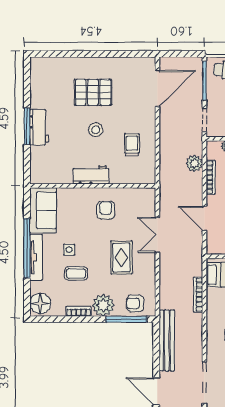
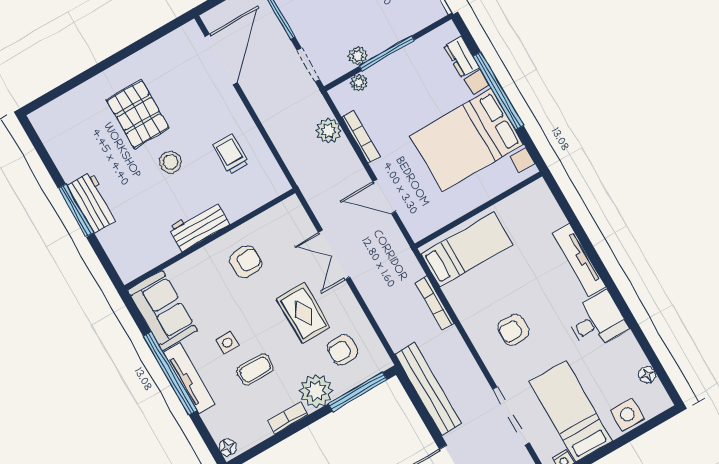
pallet: (93, 92) -> (138, 114), turned 90
armchair: (106, 210) -> (246, 262), turned 90
floor lamp: (40, 303) -> (228, 447), width x0.53, depth x0.53
armchair: (135, 303) -> (343, 350), moved

